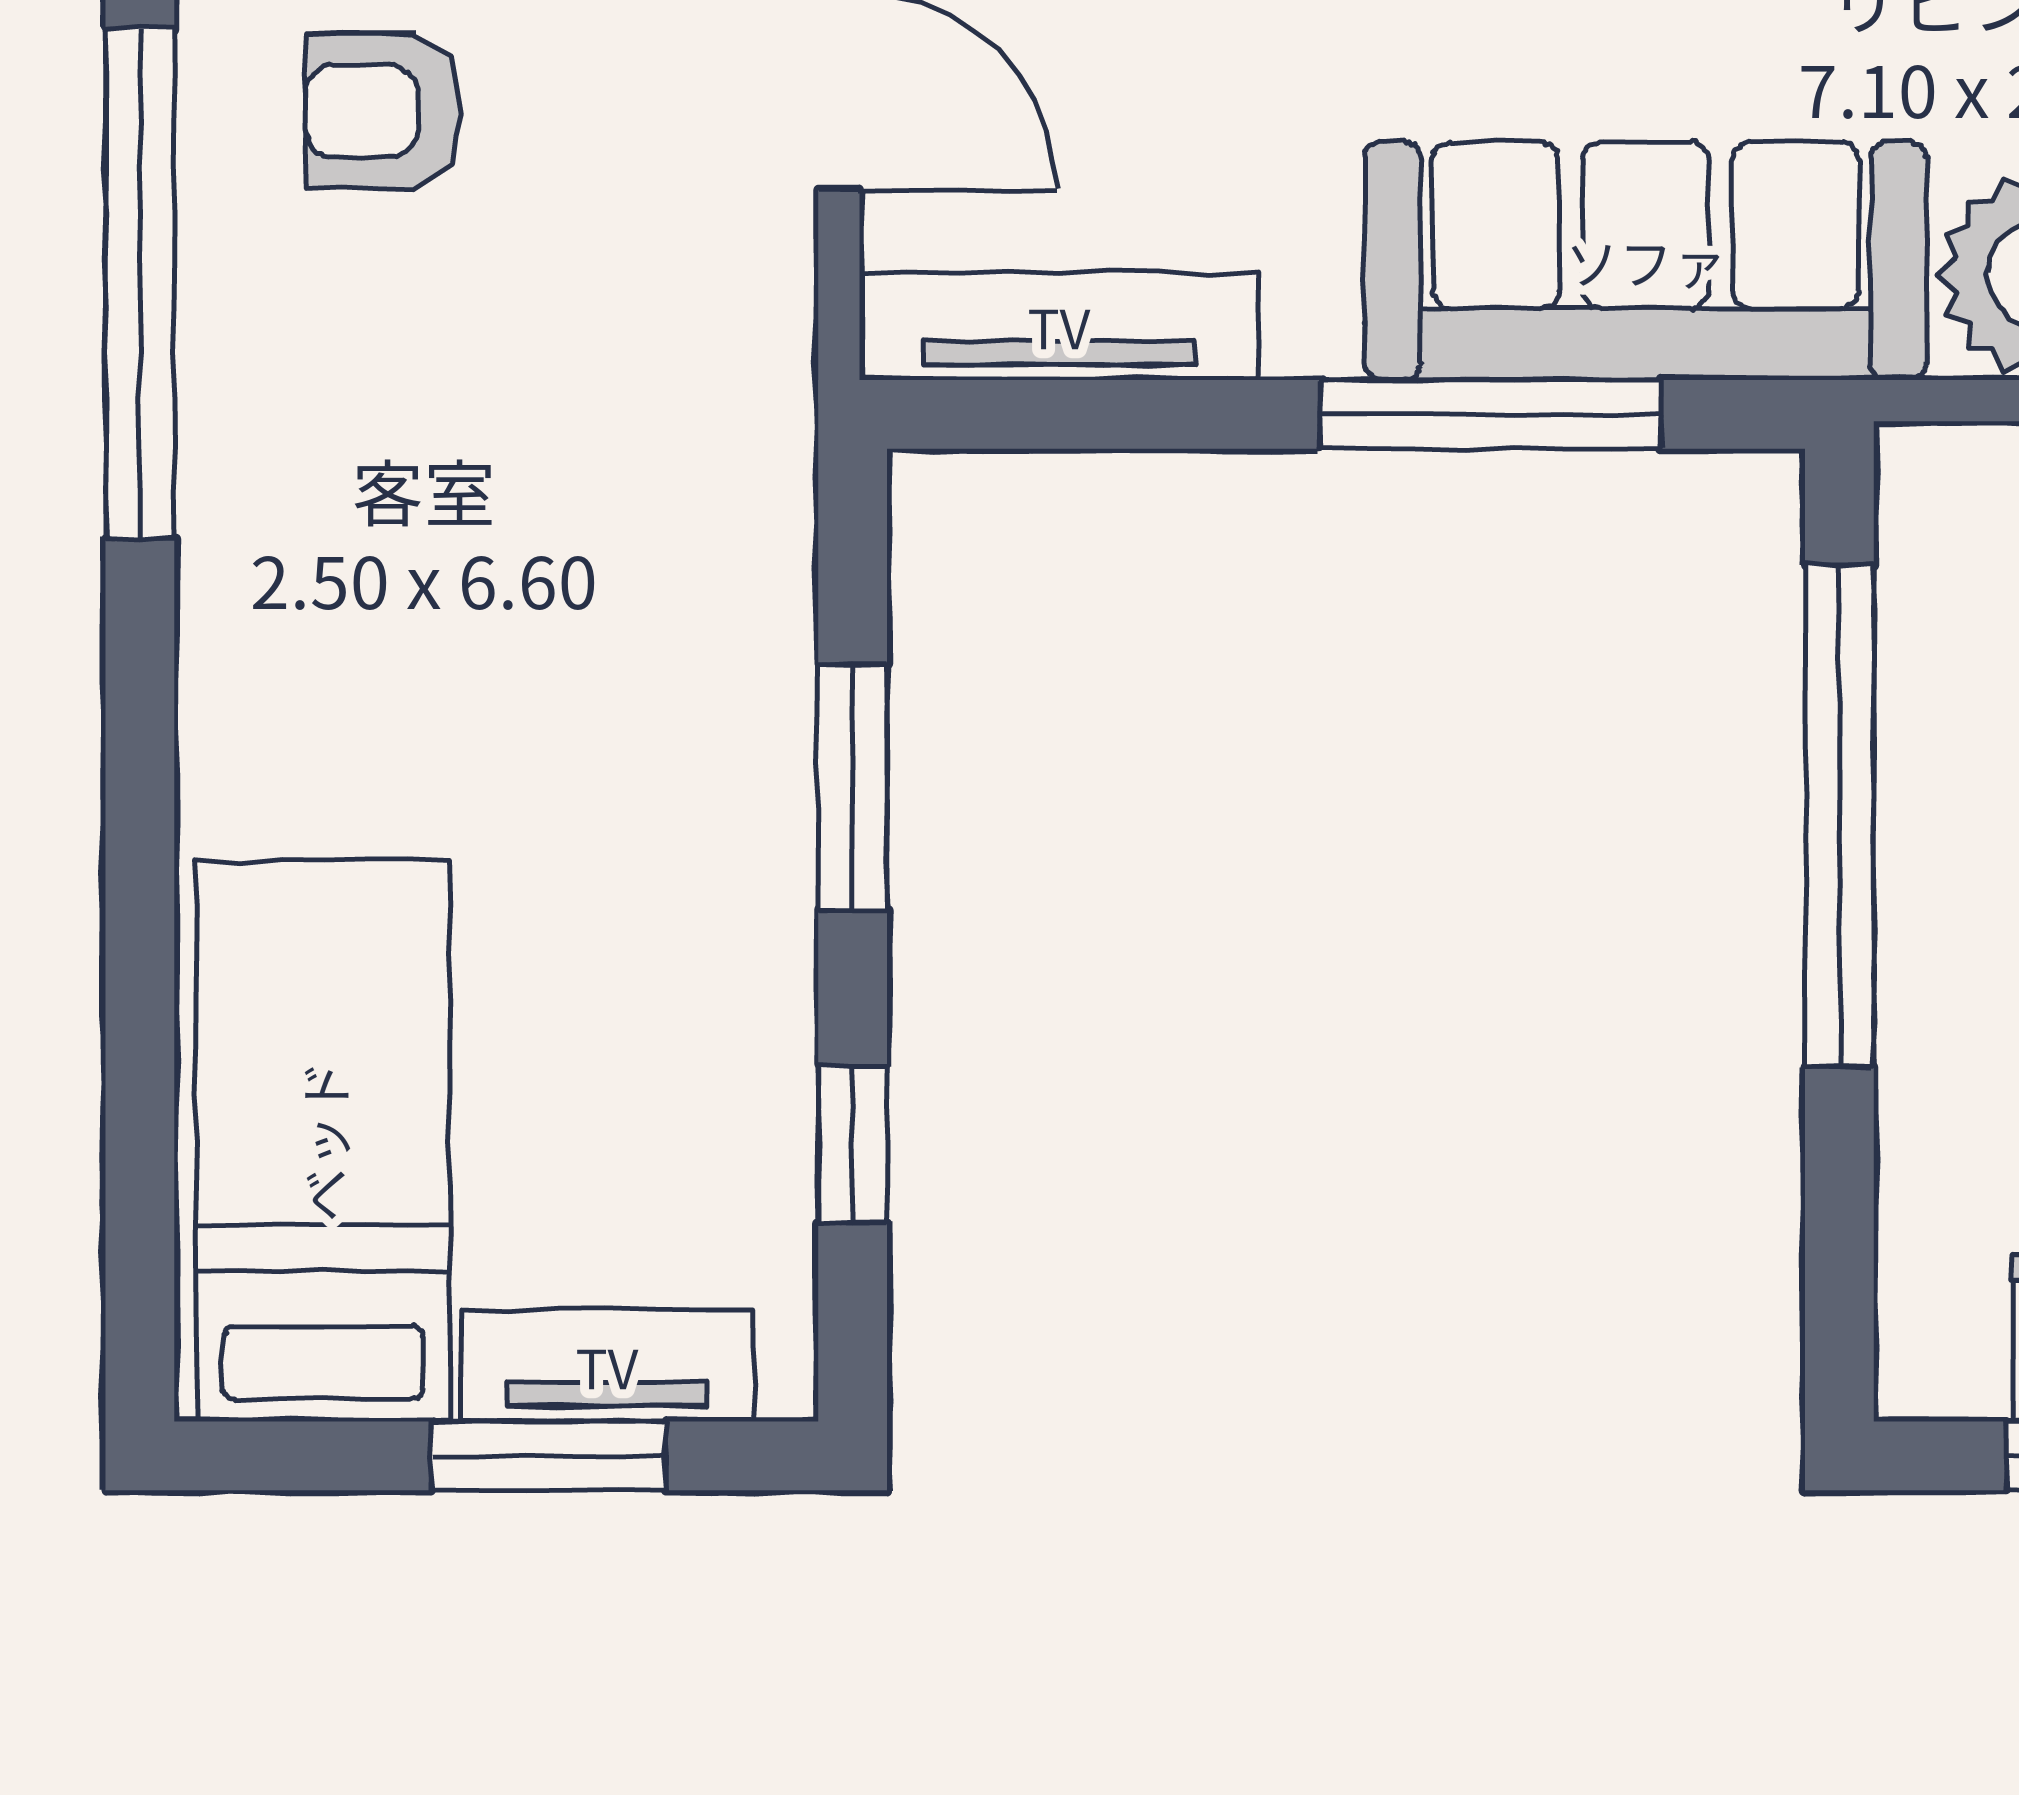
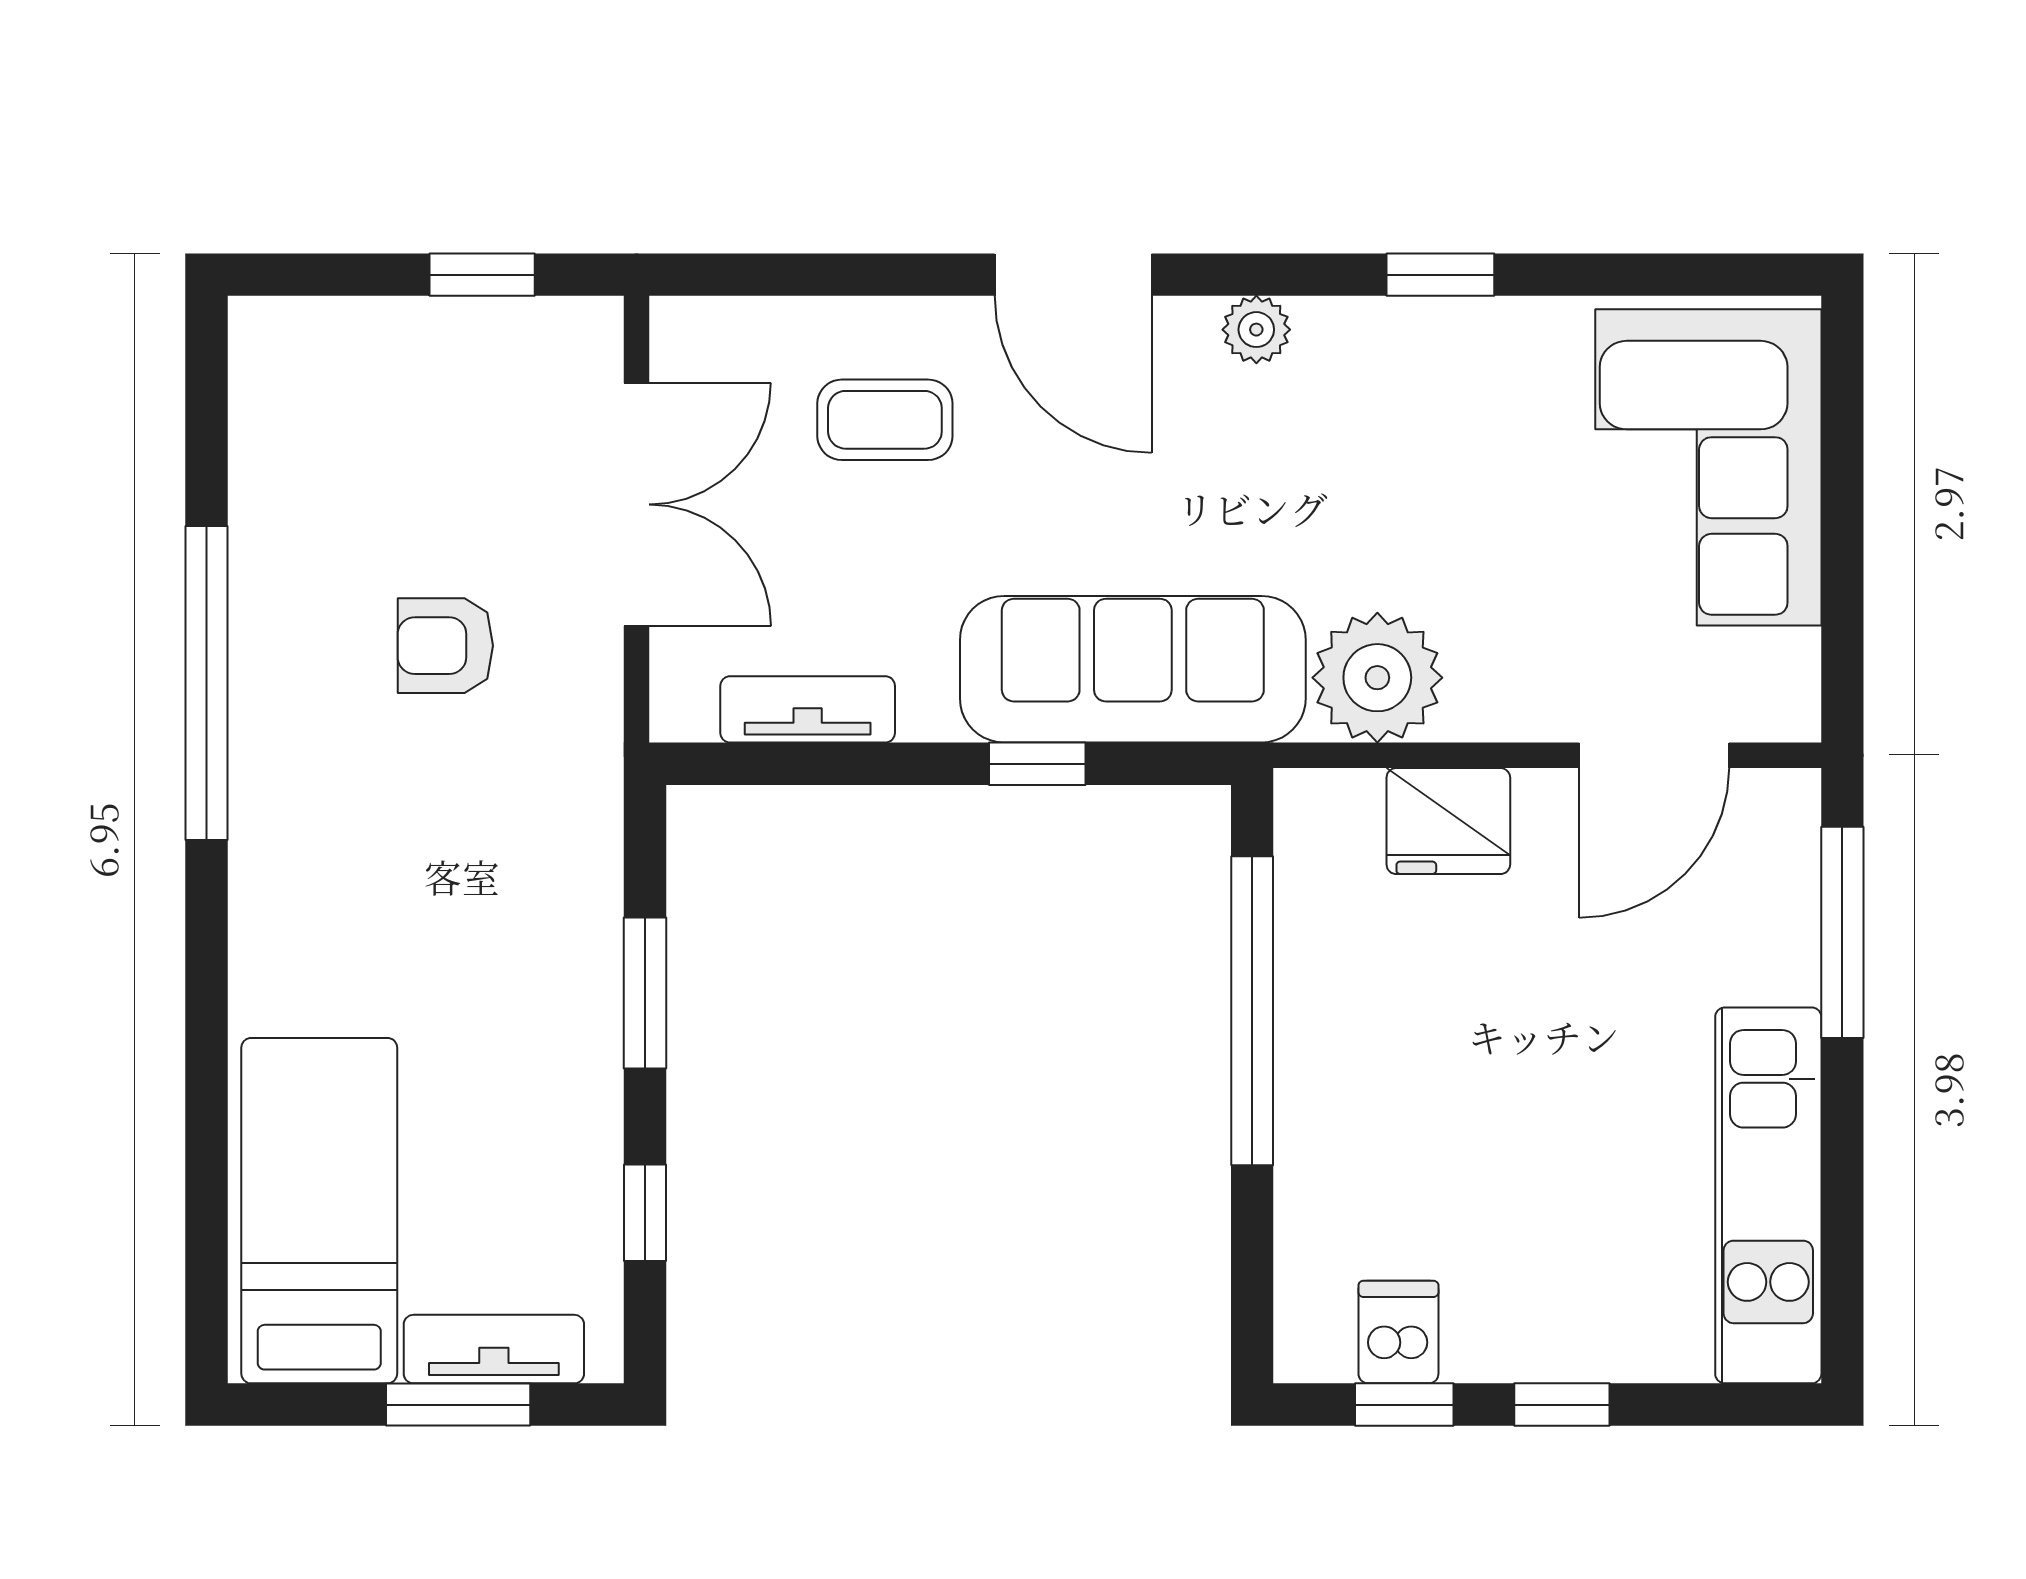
armchair: (383, 111) -> (445, 646), moved
tv unit: (1059, 326) -> (808, 709), width x0.71
window: (1490, 414) -> (1037, 764), width x0.46

